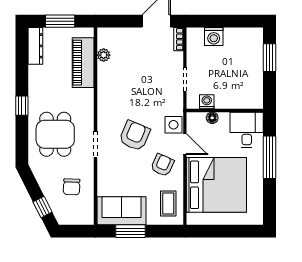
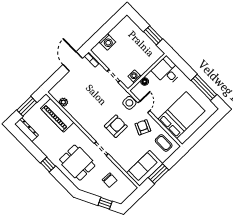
window: (269, 58) -> (153, 35), moved
armchair: (135, 136) -> (116, 126), turned 67
door: (185, 144) -> (144, 107), hinge flipped
window: (269, 157) -> (204, 87), moved
bed: (216, 185) -> (181, 115), width x0.73

